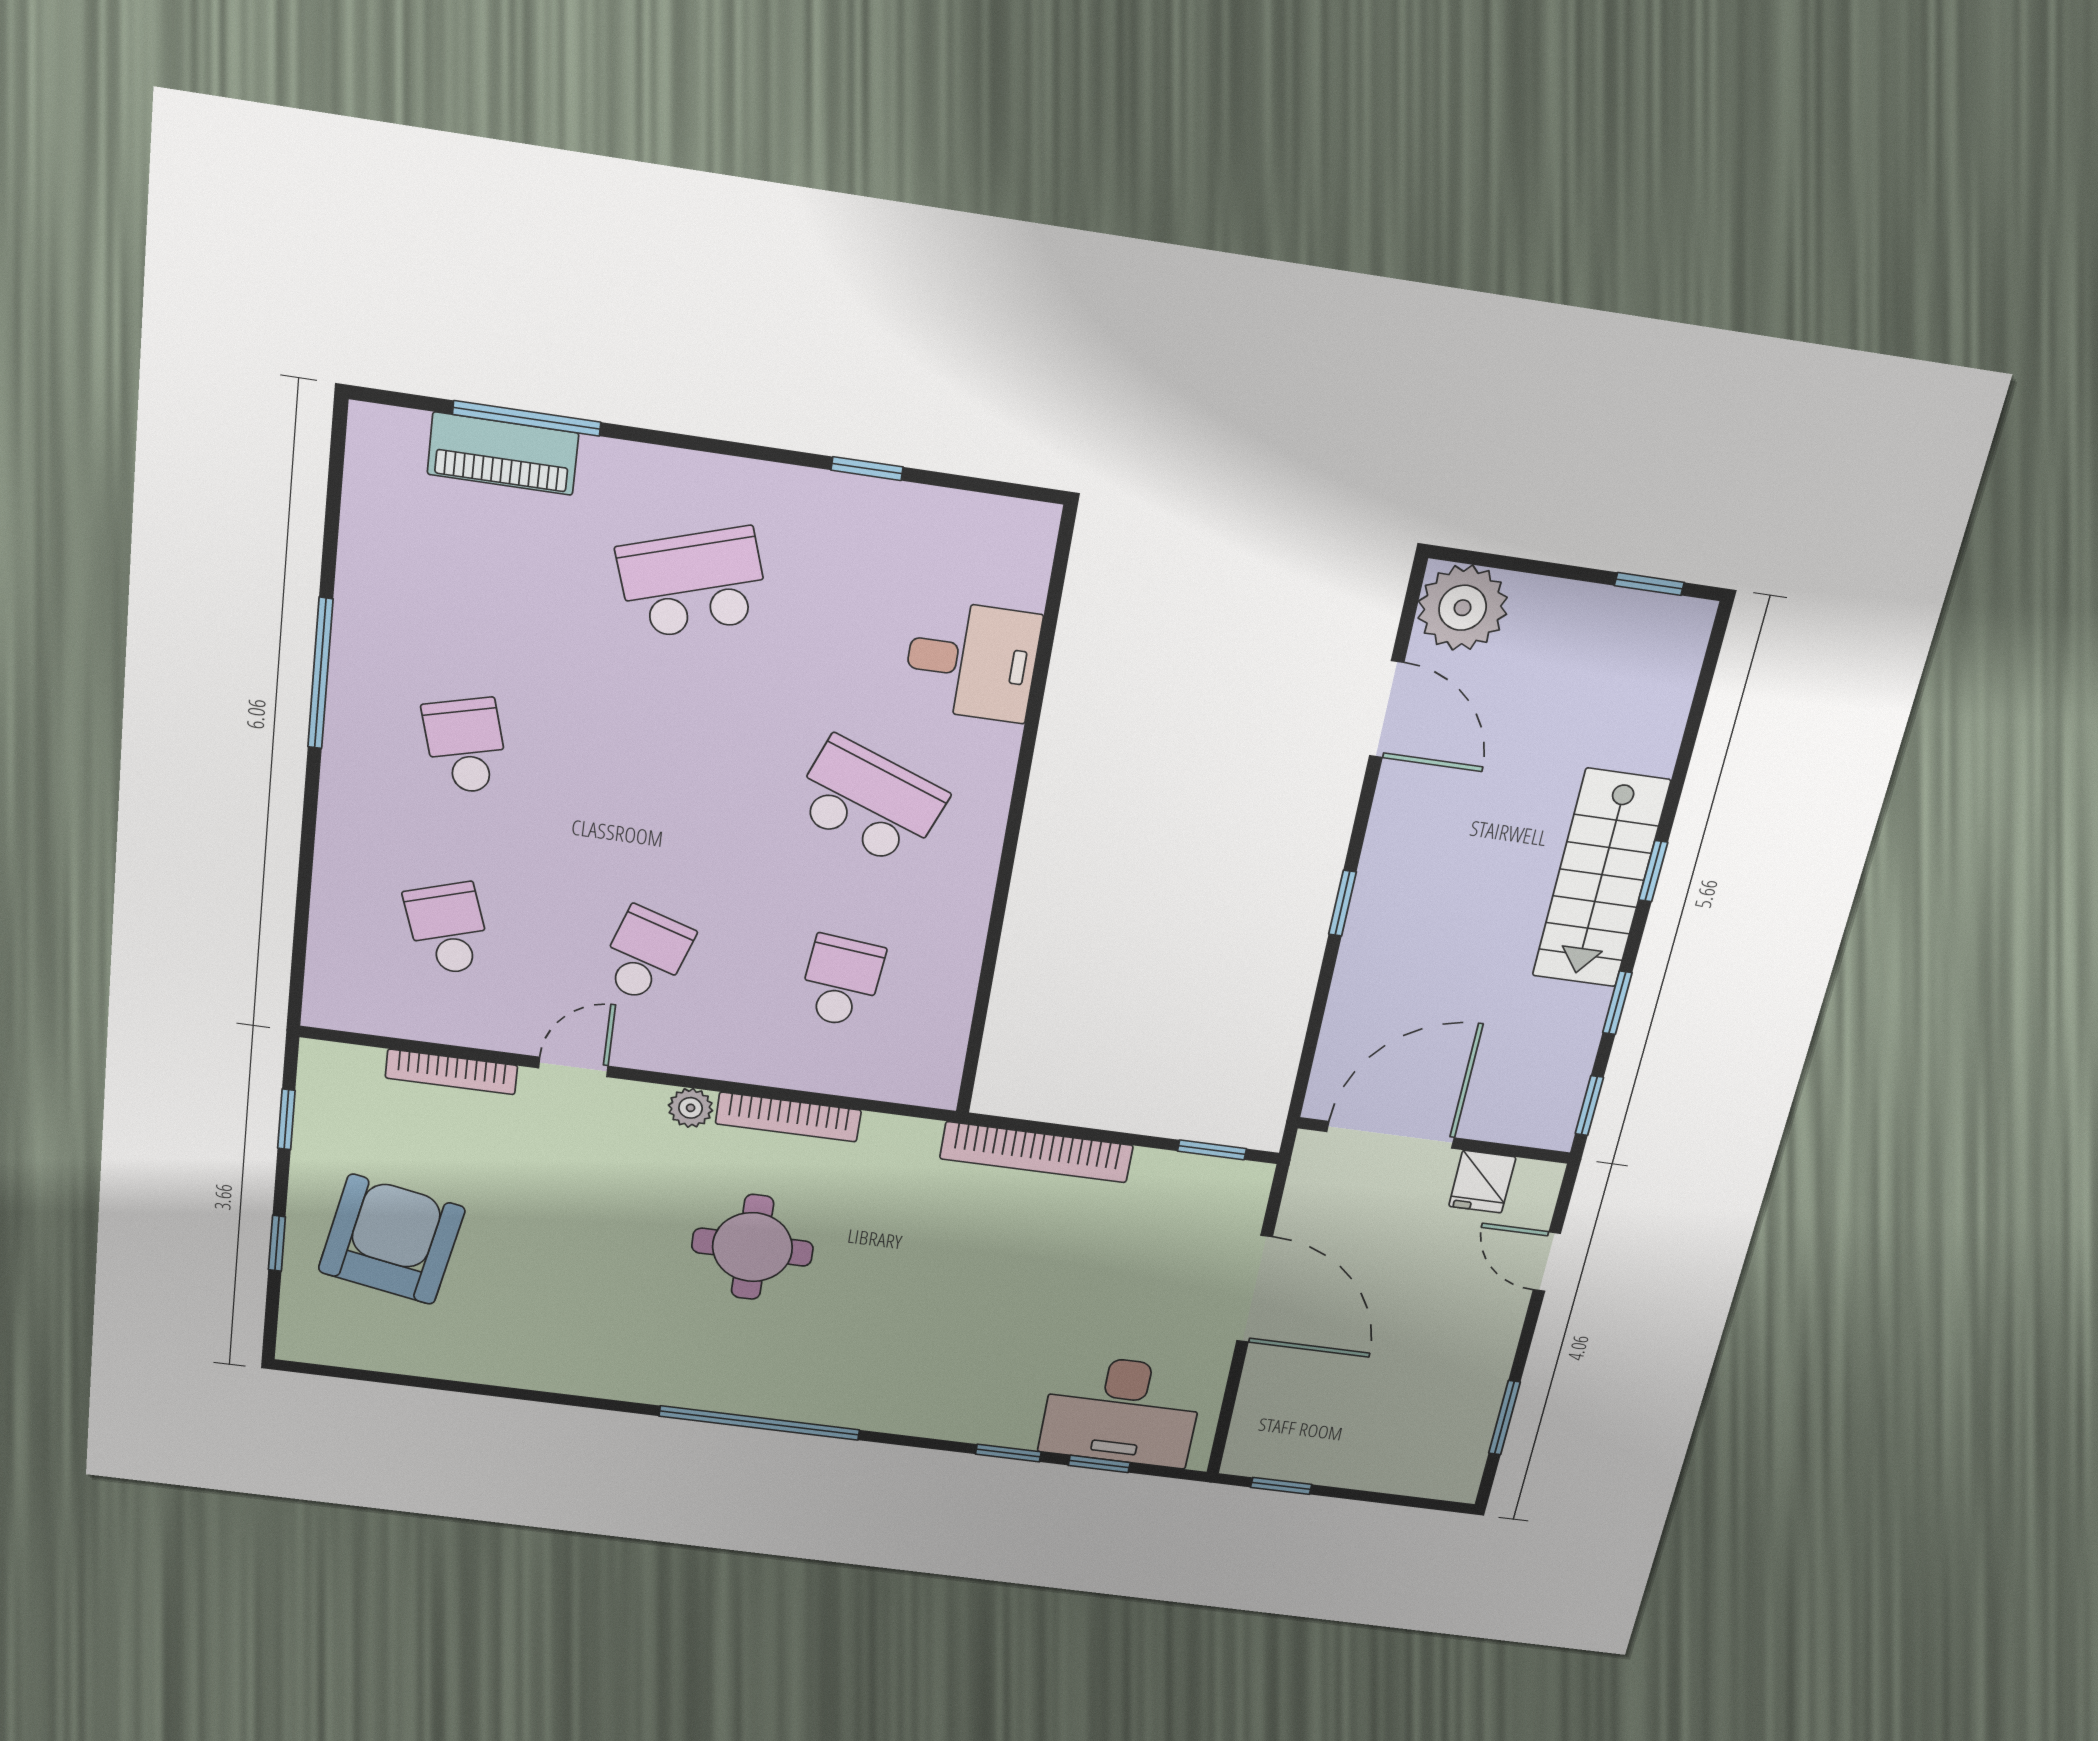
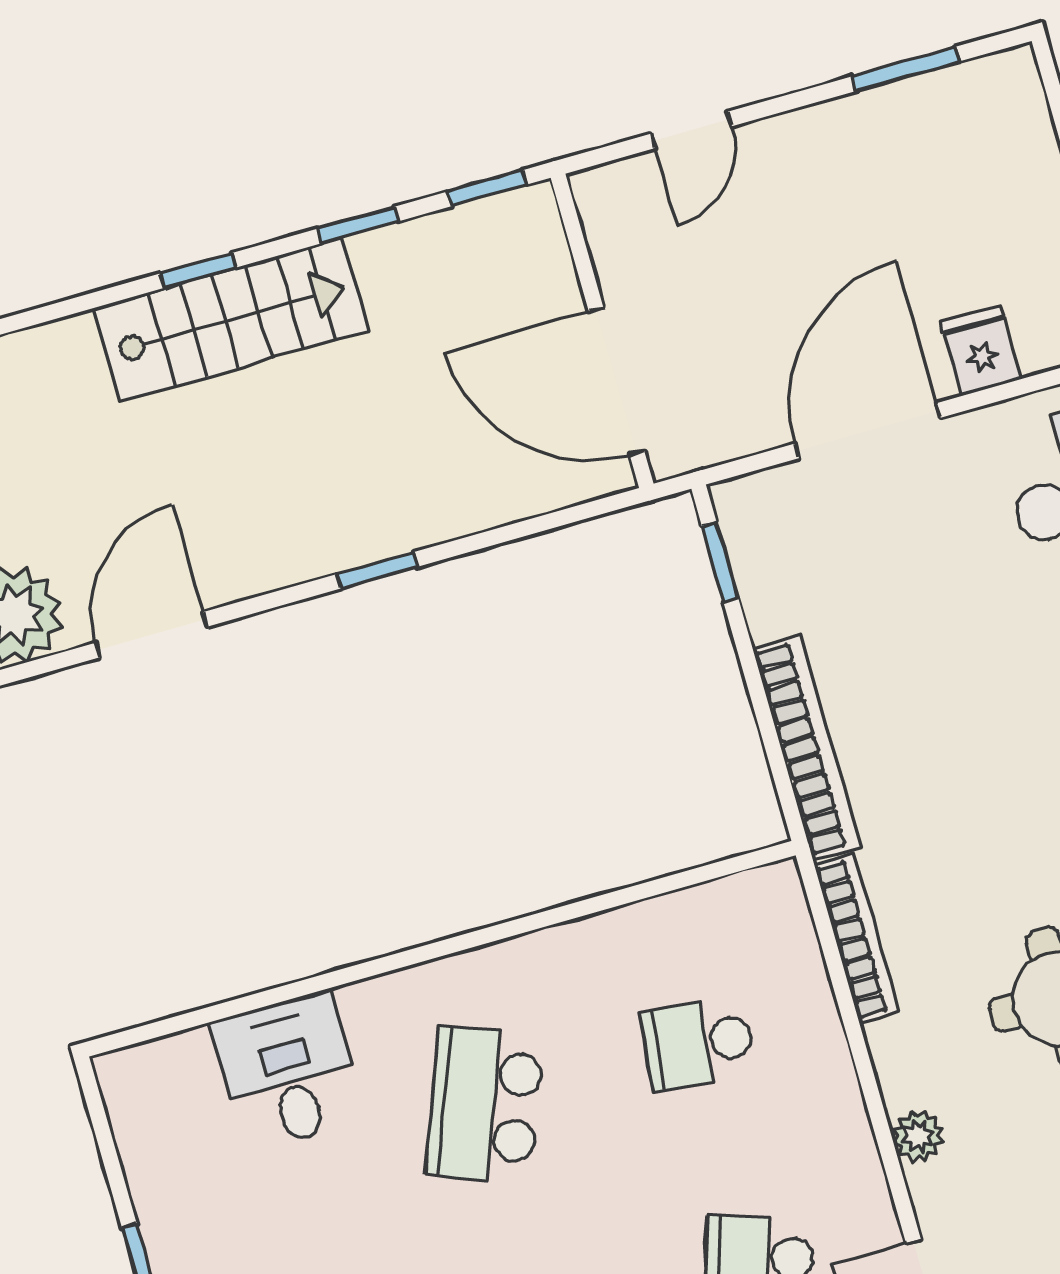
bookcase: (788, 1117) -> (857, 938), moved
fridge: (1482, 1182) -> (981, 351), moved, turned -90

